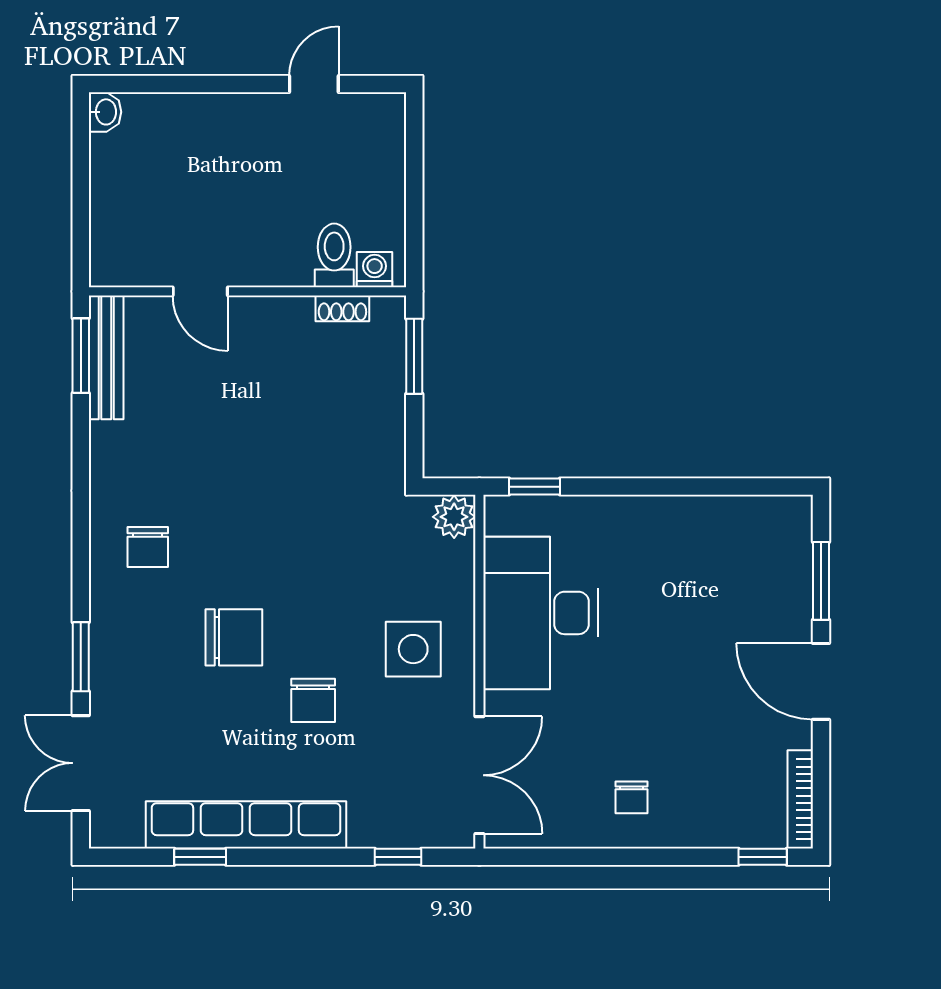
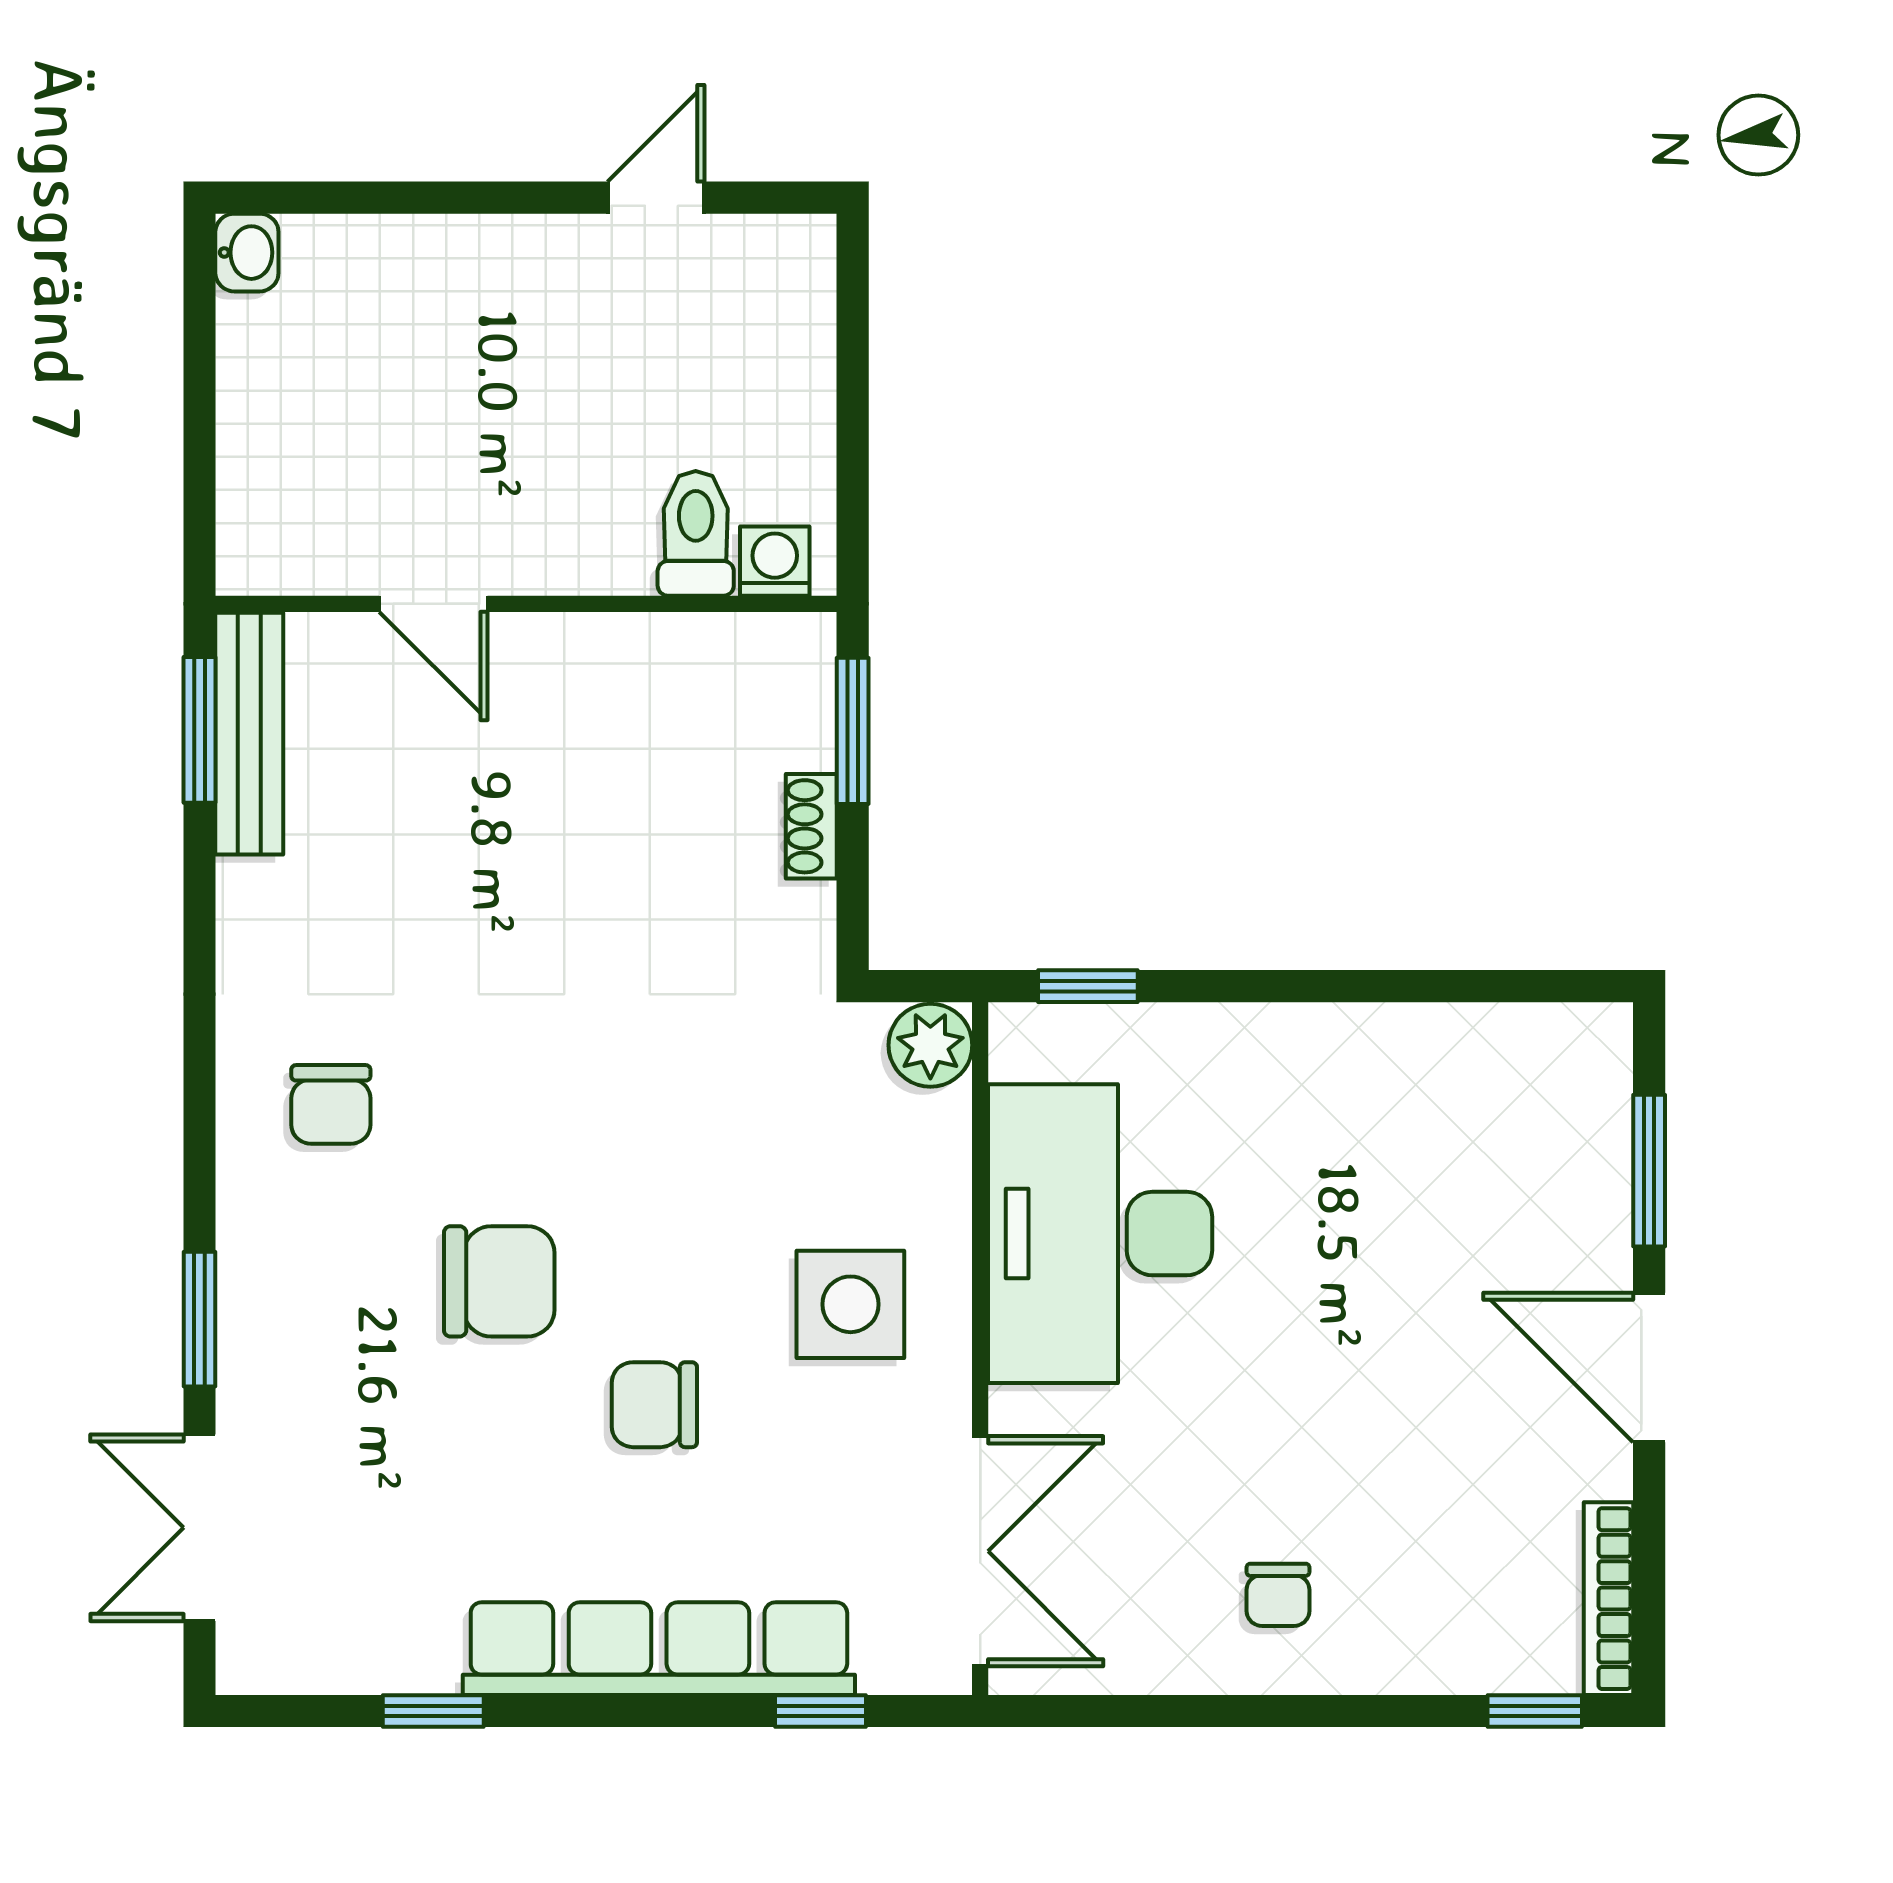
shoe rack: (342, 308) -> (811, 826), moved, turned 90
chair: (313, 700) -> (654, 1405), turned 90
row of seats: (246, 825) -> (659, 1649), moved

